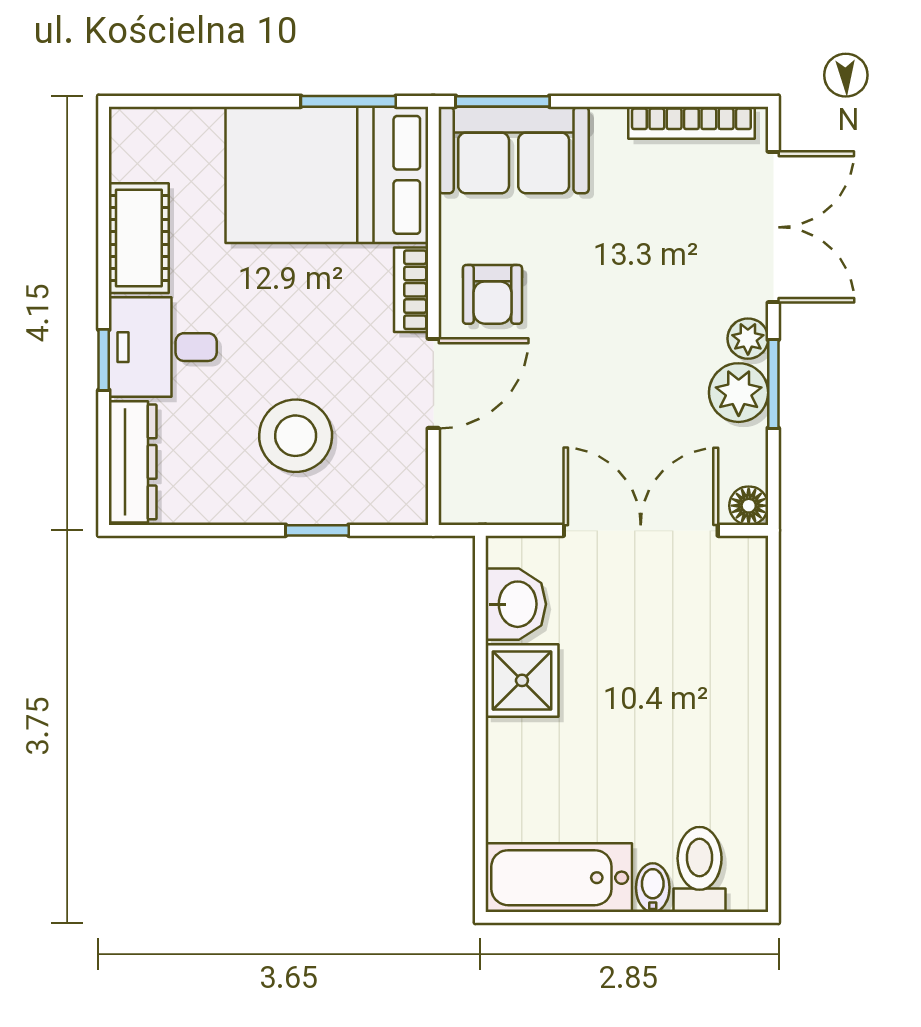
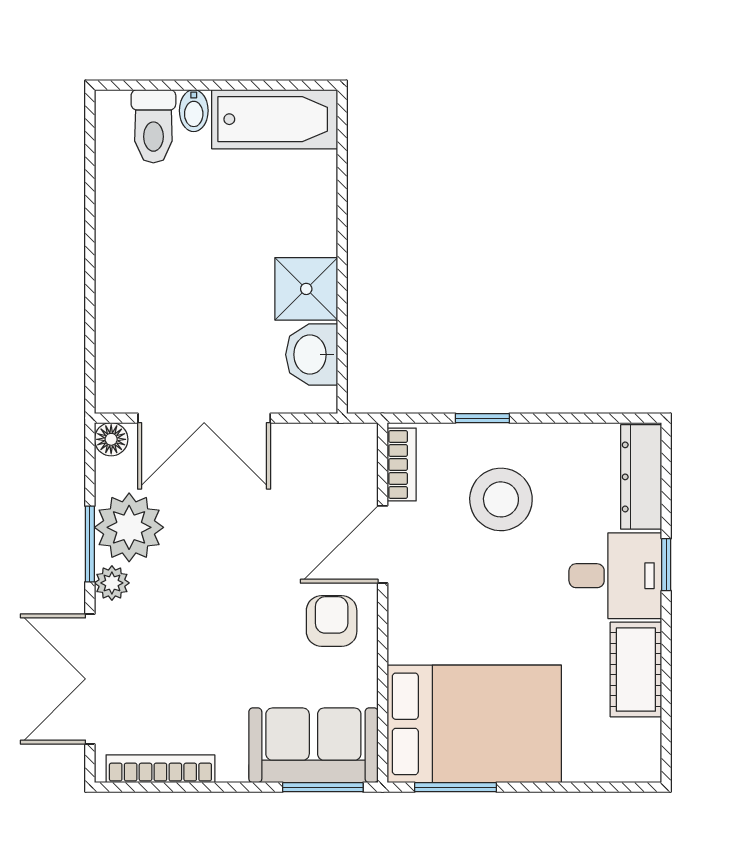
bookcase: (411, 290) -> (402, 465), moved
plant: (739, 393) -> (129, 527), width x1.36, depth x1.36

